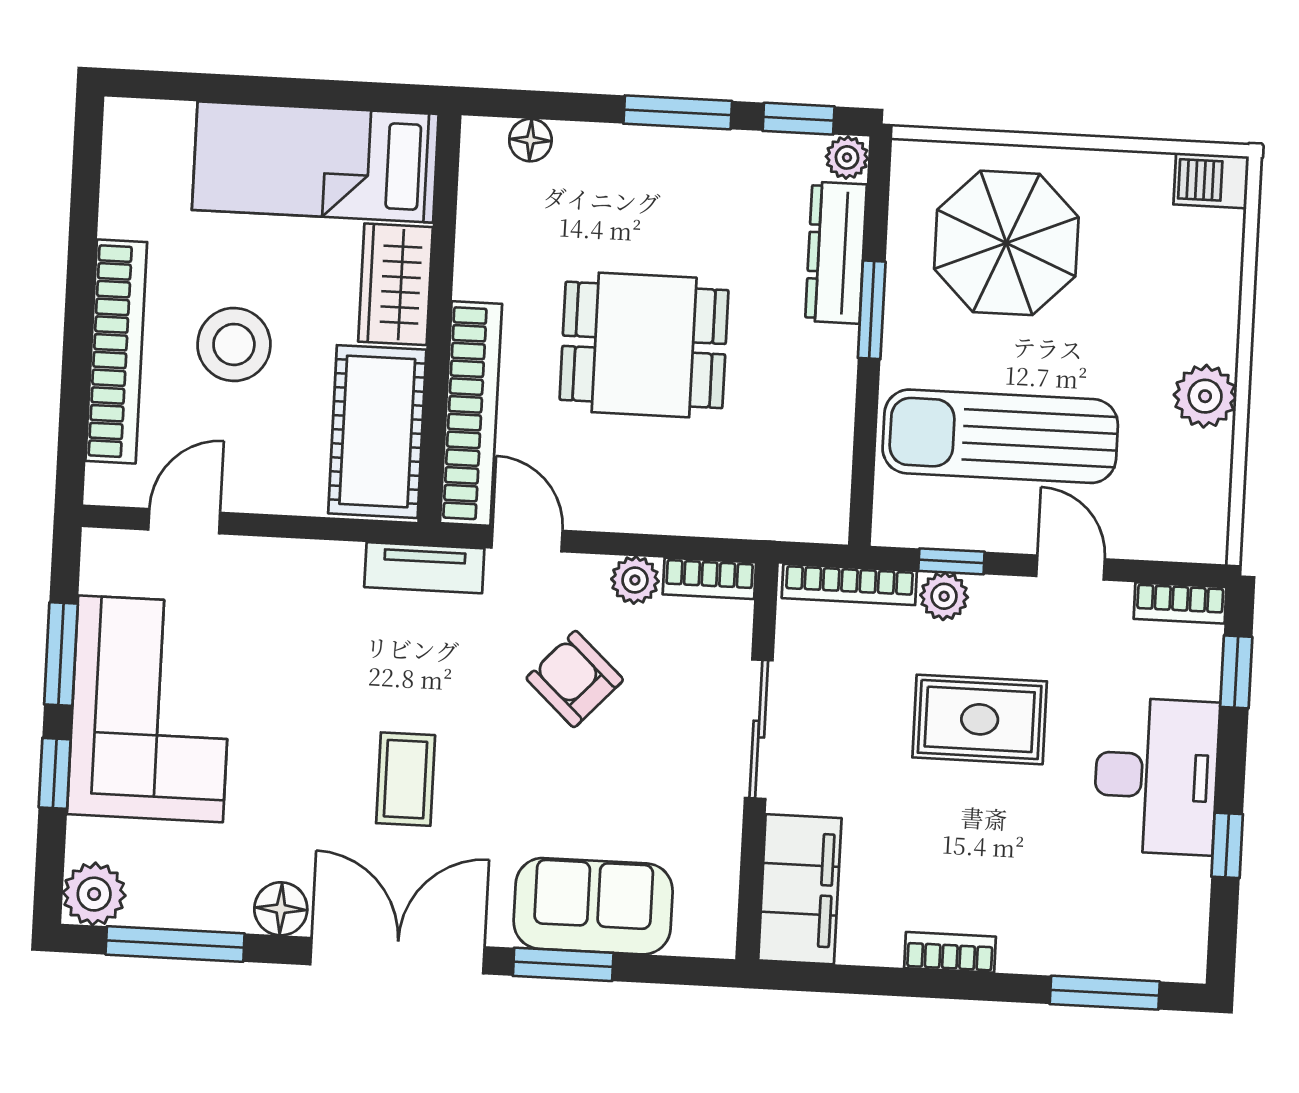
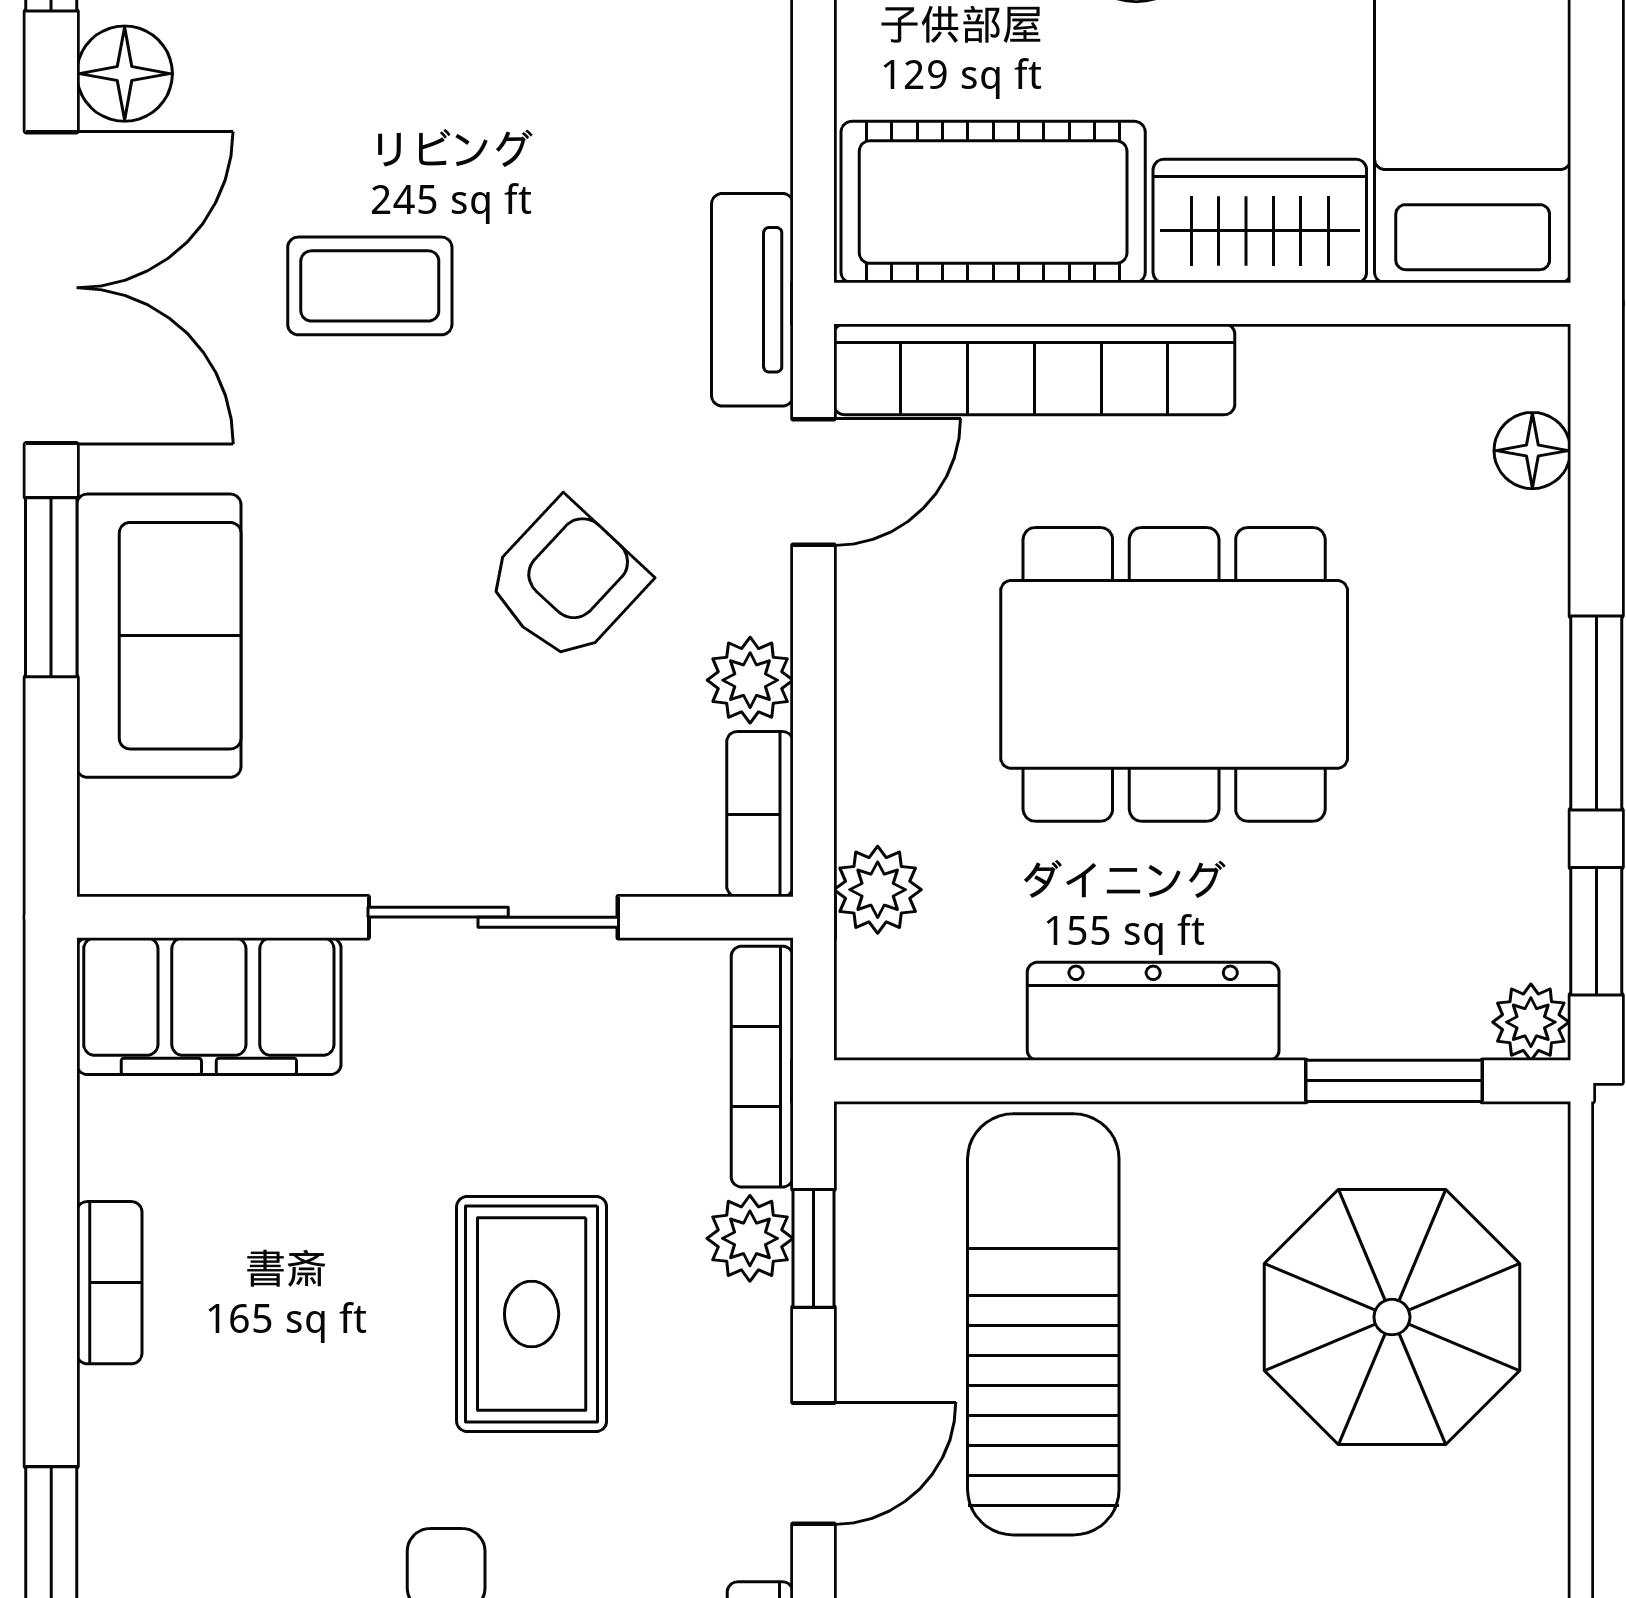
dresser: (836, 253) -> (1153, 1011), moved
window: (872, 310) -> (1394, 1081), moved
dining table: (644, 345) -> (1174, 674), width x1.38
plant: (755, 515) -> (878, 890), added

